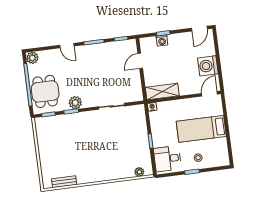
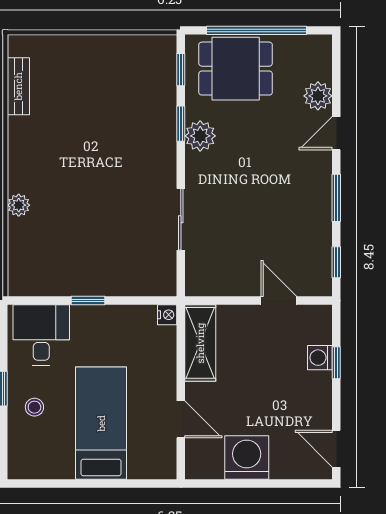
plant: (32, 58) -> (318, 96), moved
door: (209, 94) -> (181, 419), moved
plant: (139, 172) -> (19, 205), moved

